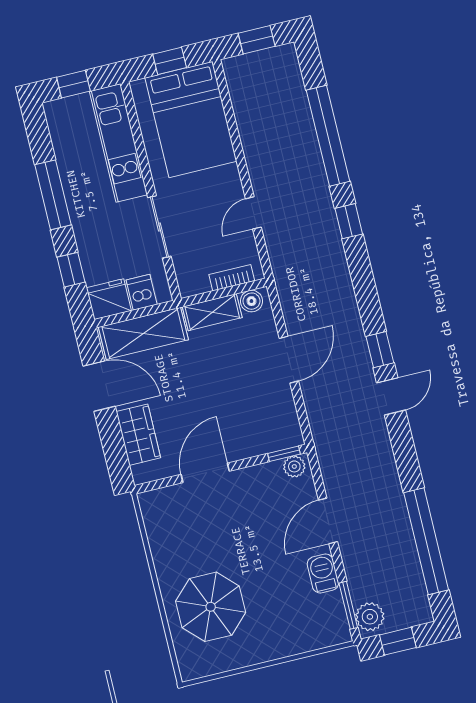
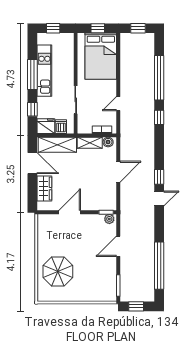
kitchen unit: (118, 143) -> (44, 71), moved, turned 180
barbecue: (323, 573) -> (111, 269), removed
plant: (370, 617) -> (126, 293), removed

